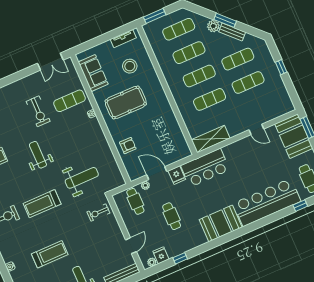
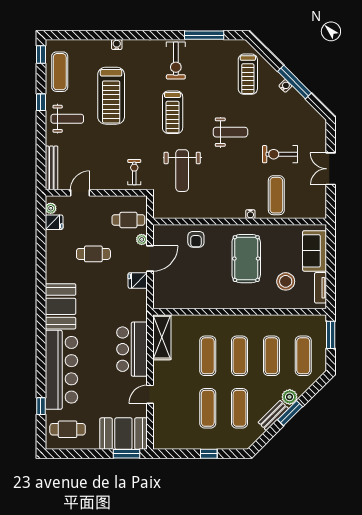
double door: (50, 62) -> (331, 169), moved
sofa: (93, 73) -> (315, 251), moved, turned 90
bar counter: (205, 168) -> (132, 349), moved
treadmill: (42, 204) -> (173, 112), turned 180
door: (131, 246) -> (80, 193), swing flipped
treadmill: (50, 254) -> (111, 96), width x1.37, depth x1.38
window: (180, 258) -> (41, 243), removed

